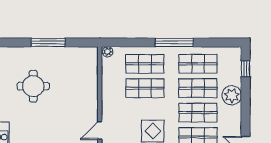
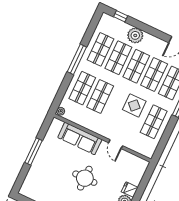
round table: (33, 86) -> (85, 178), moved
sofa: (87, 88) -> (80, 138), added

